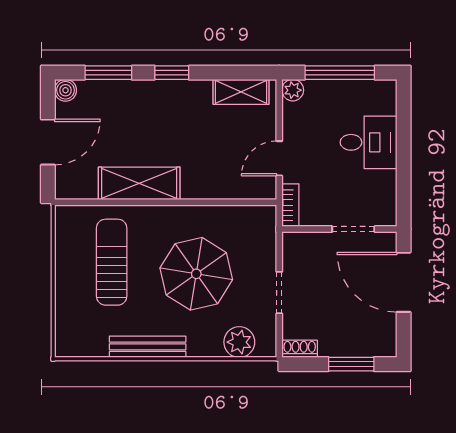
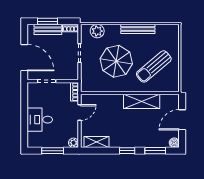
window: (340, 73) -> (53, 151), width x0.69
sun lounger: (112, 262) -> (154, 66), turned 50
bench: (350, 346) -> (48, 29), added

